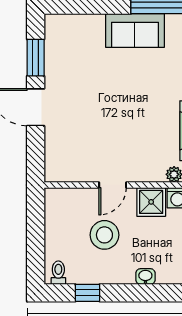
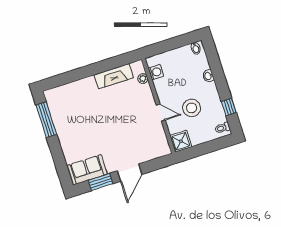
sofa: (135, 31) -> (87, 170), moved, turned -90
shower: (151, 202) -> (181, 141), moved

